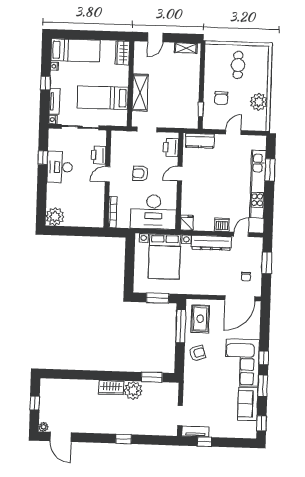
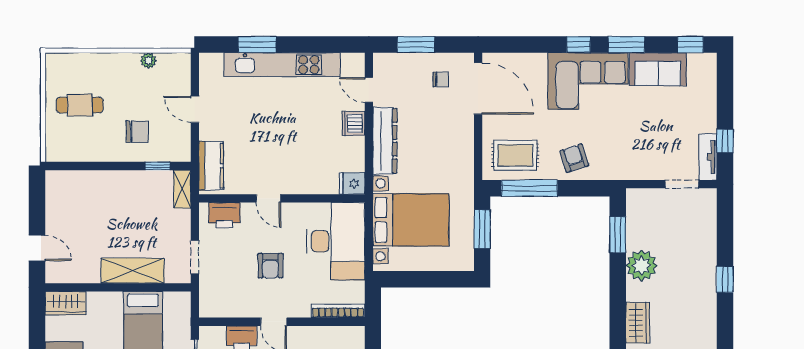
shelving: (186, 48) -> (182, 189), moved
plant: (259, 102) -> (148, 61), width x0.53, depth x0.53
wardrobe: (111, 387) -> (638, 323), moved

